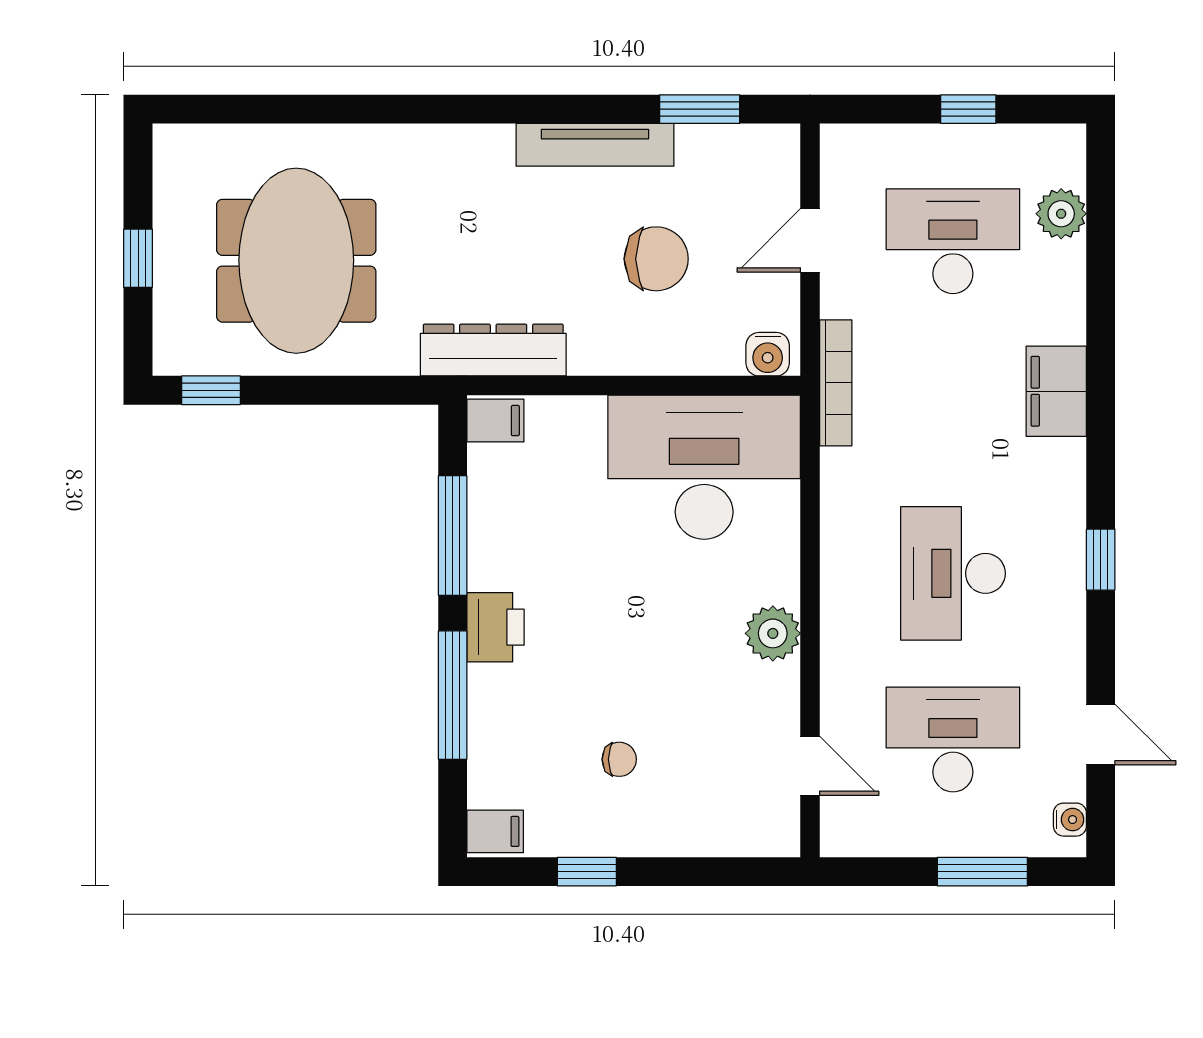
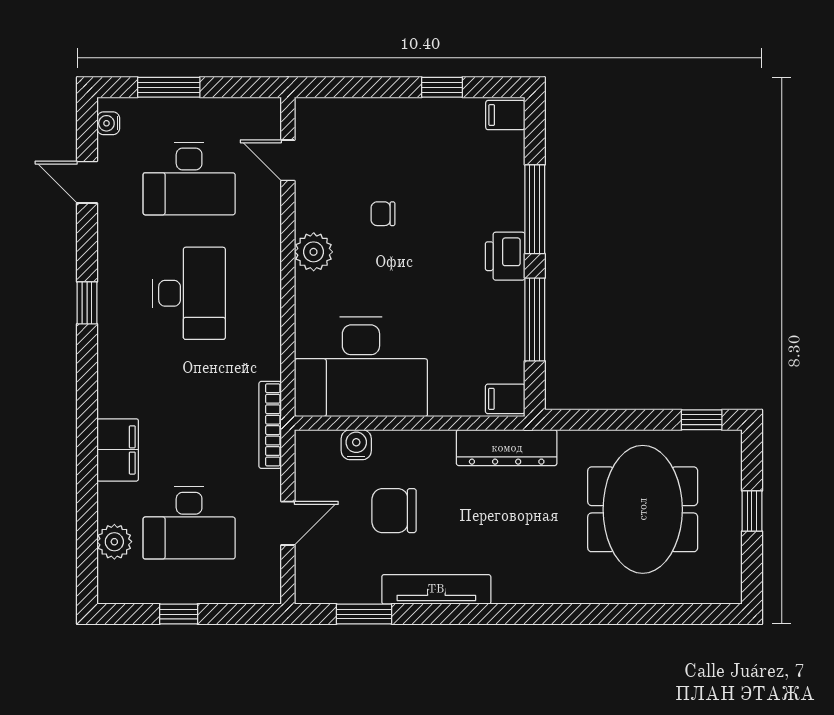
water cooler: (768, 354) -> (356, 445), moved
filing cabinet: (1056, 391) -> (118, 450), moved
chair: (619, 759) -> (383, 214), moved

